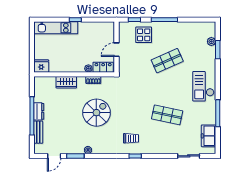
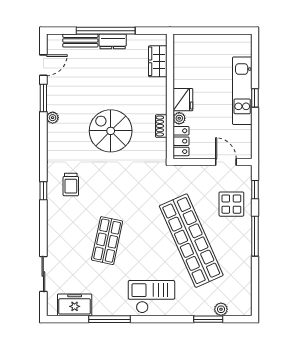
kitchen unit: (56, 28) -> (242, 91), moved
door: (117, 50) -> (226, 162), moved
shop shelf: (167, 61) -> (191, 241), width x2.00, depth x1.36
fridge: (41, 66) -> (183, 100), moved
wardrobe: (66, 82) -> (158, 61), moved
spiral stairs: (96, 113) -> (111, 131), turned 180
door: (54, 156) -> (43, 65), swing flipped

